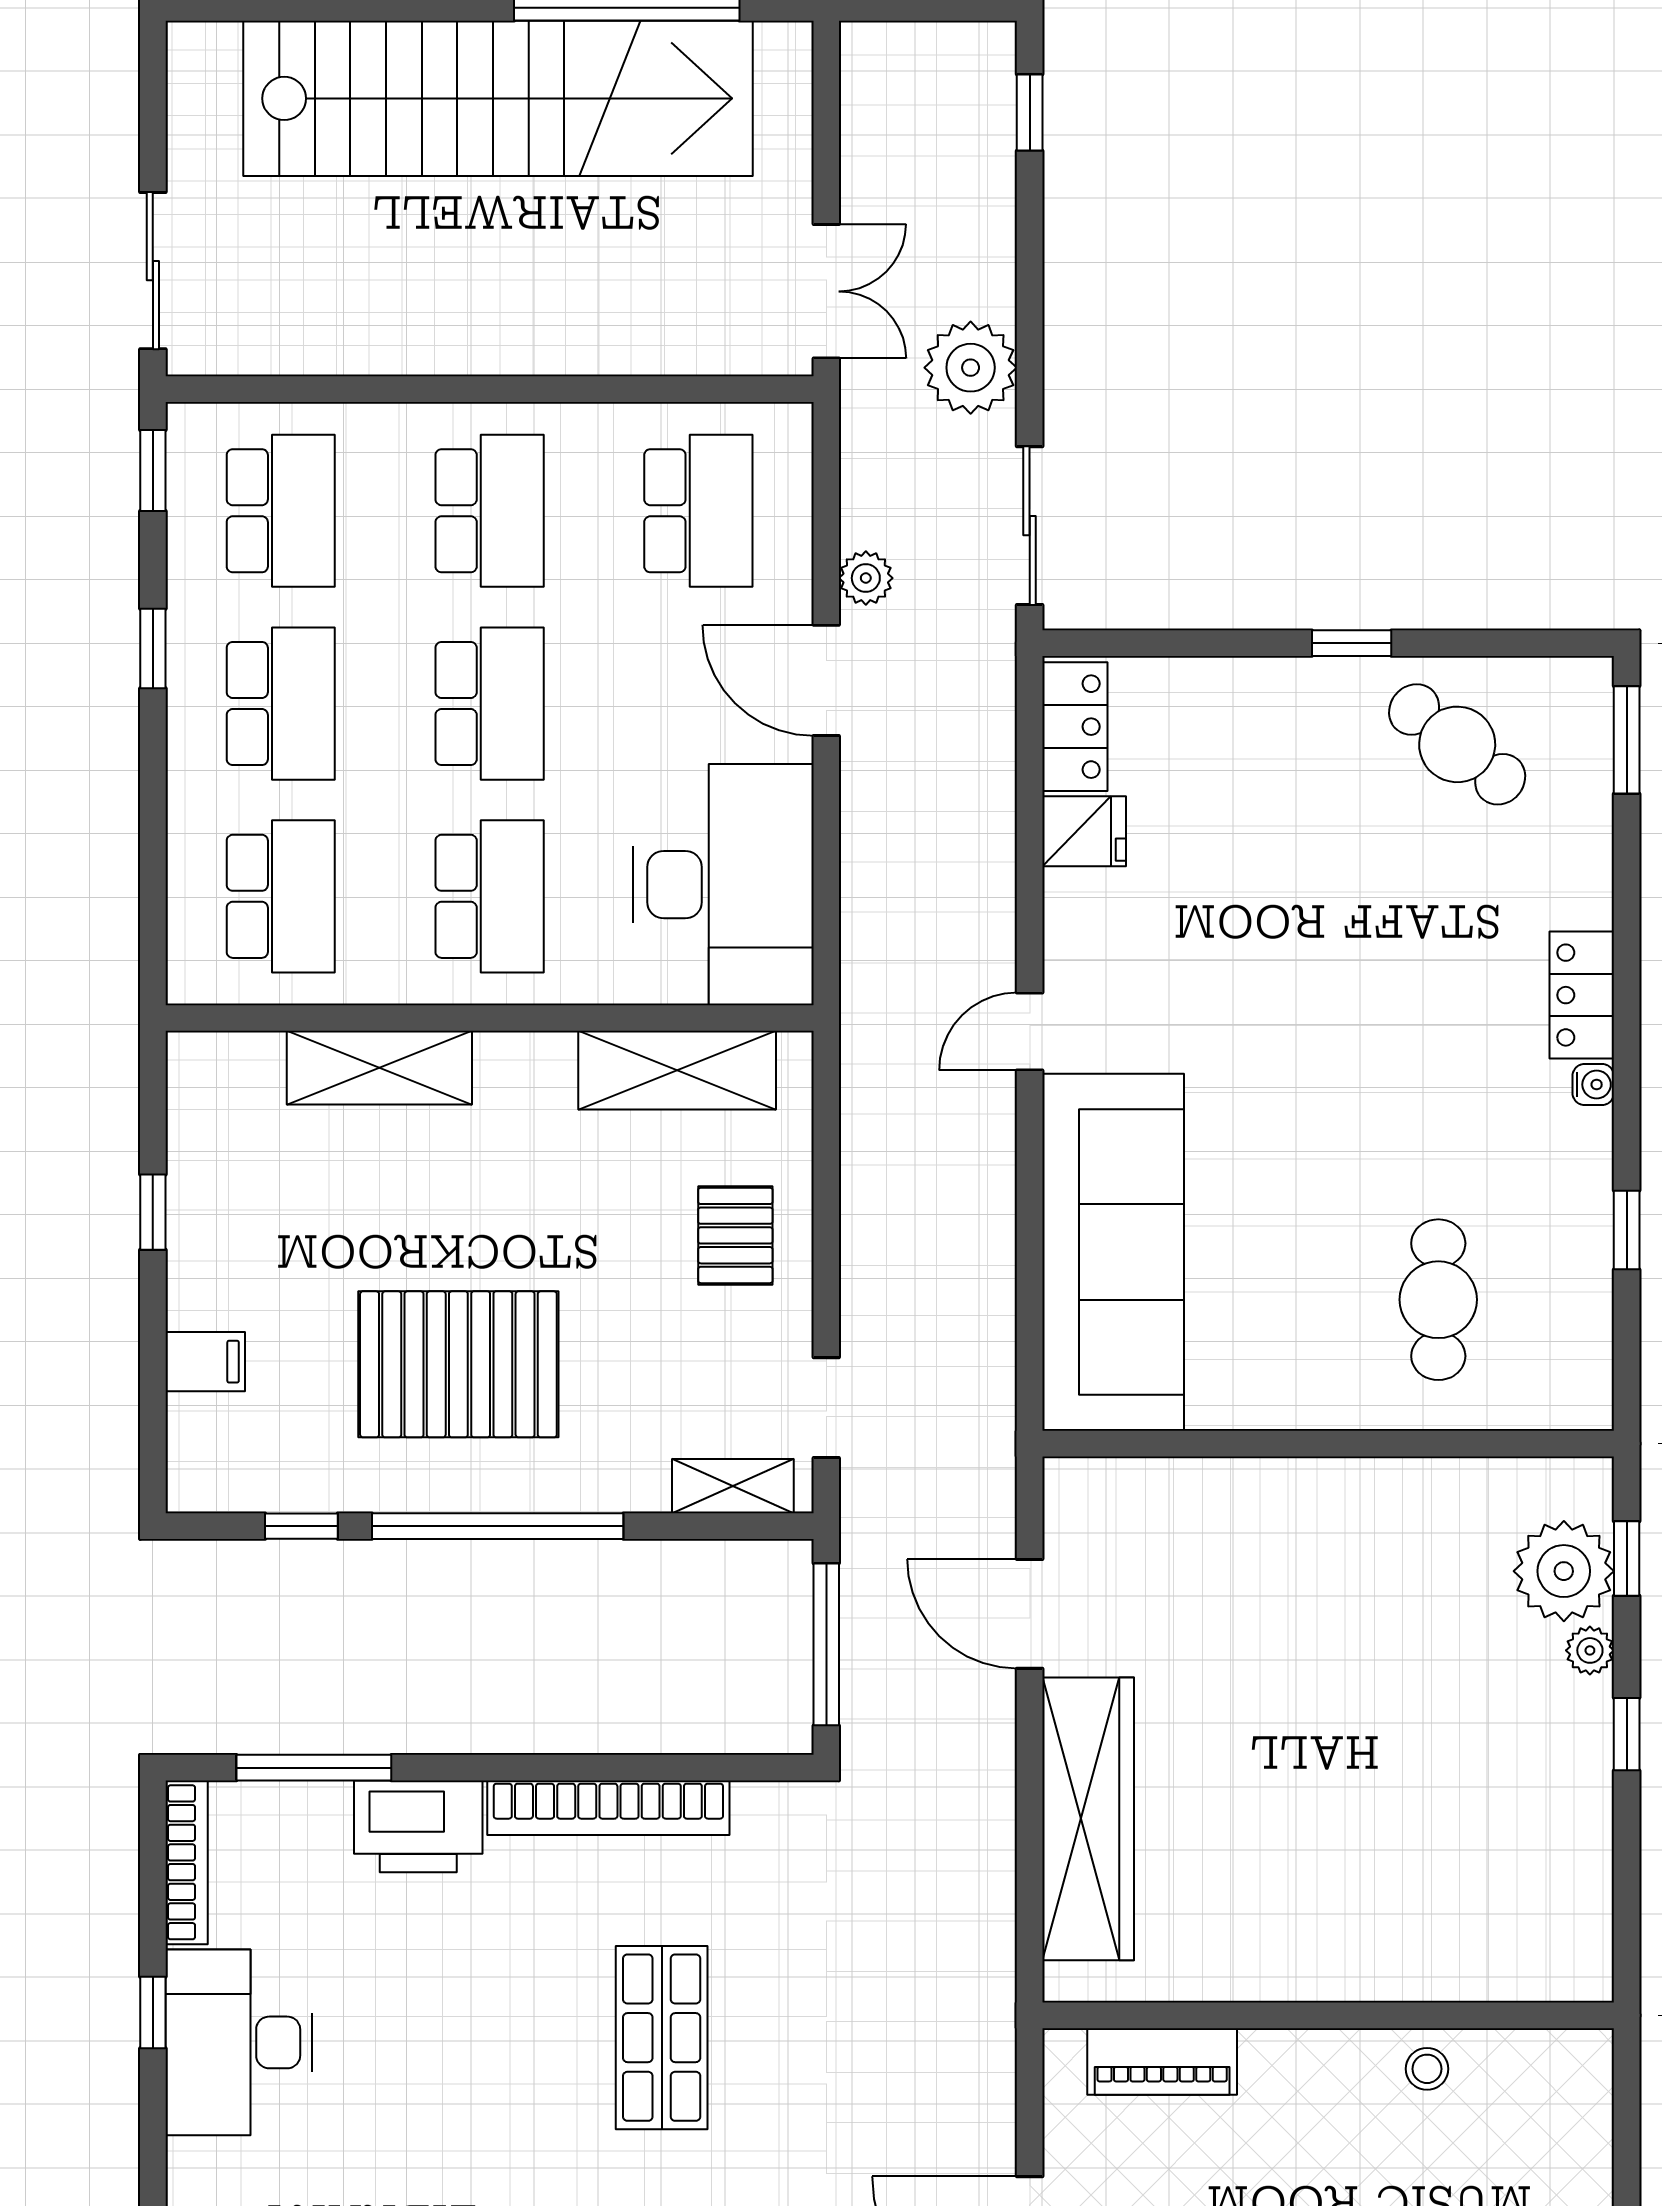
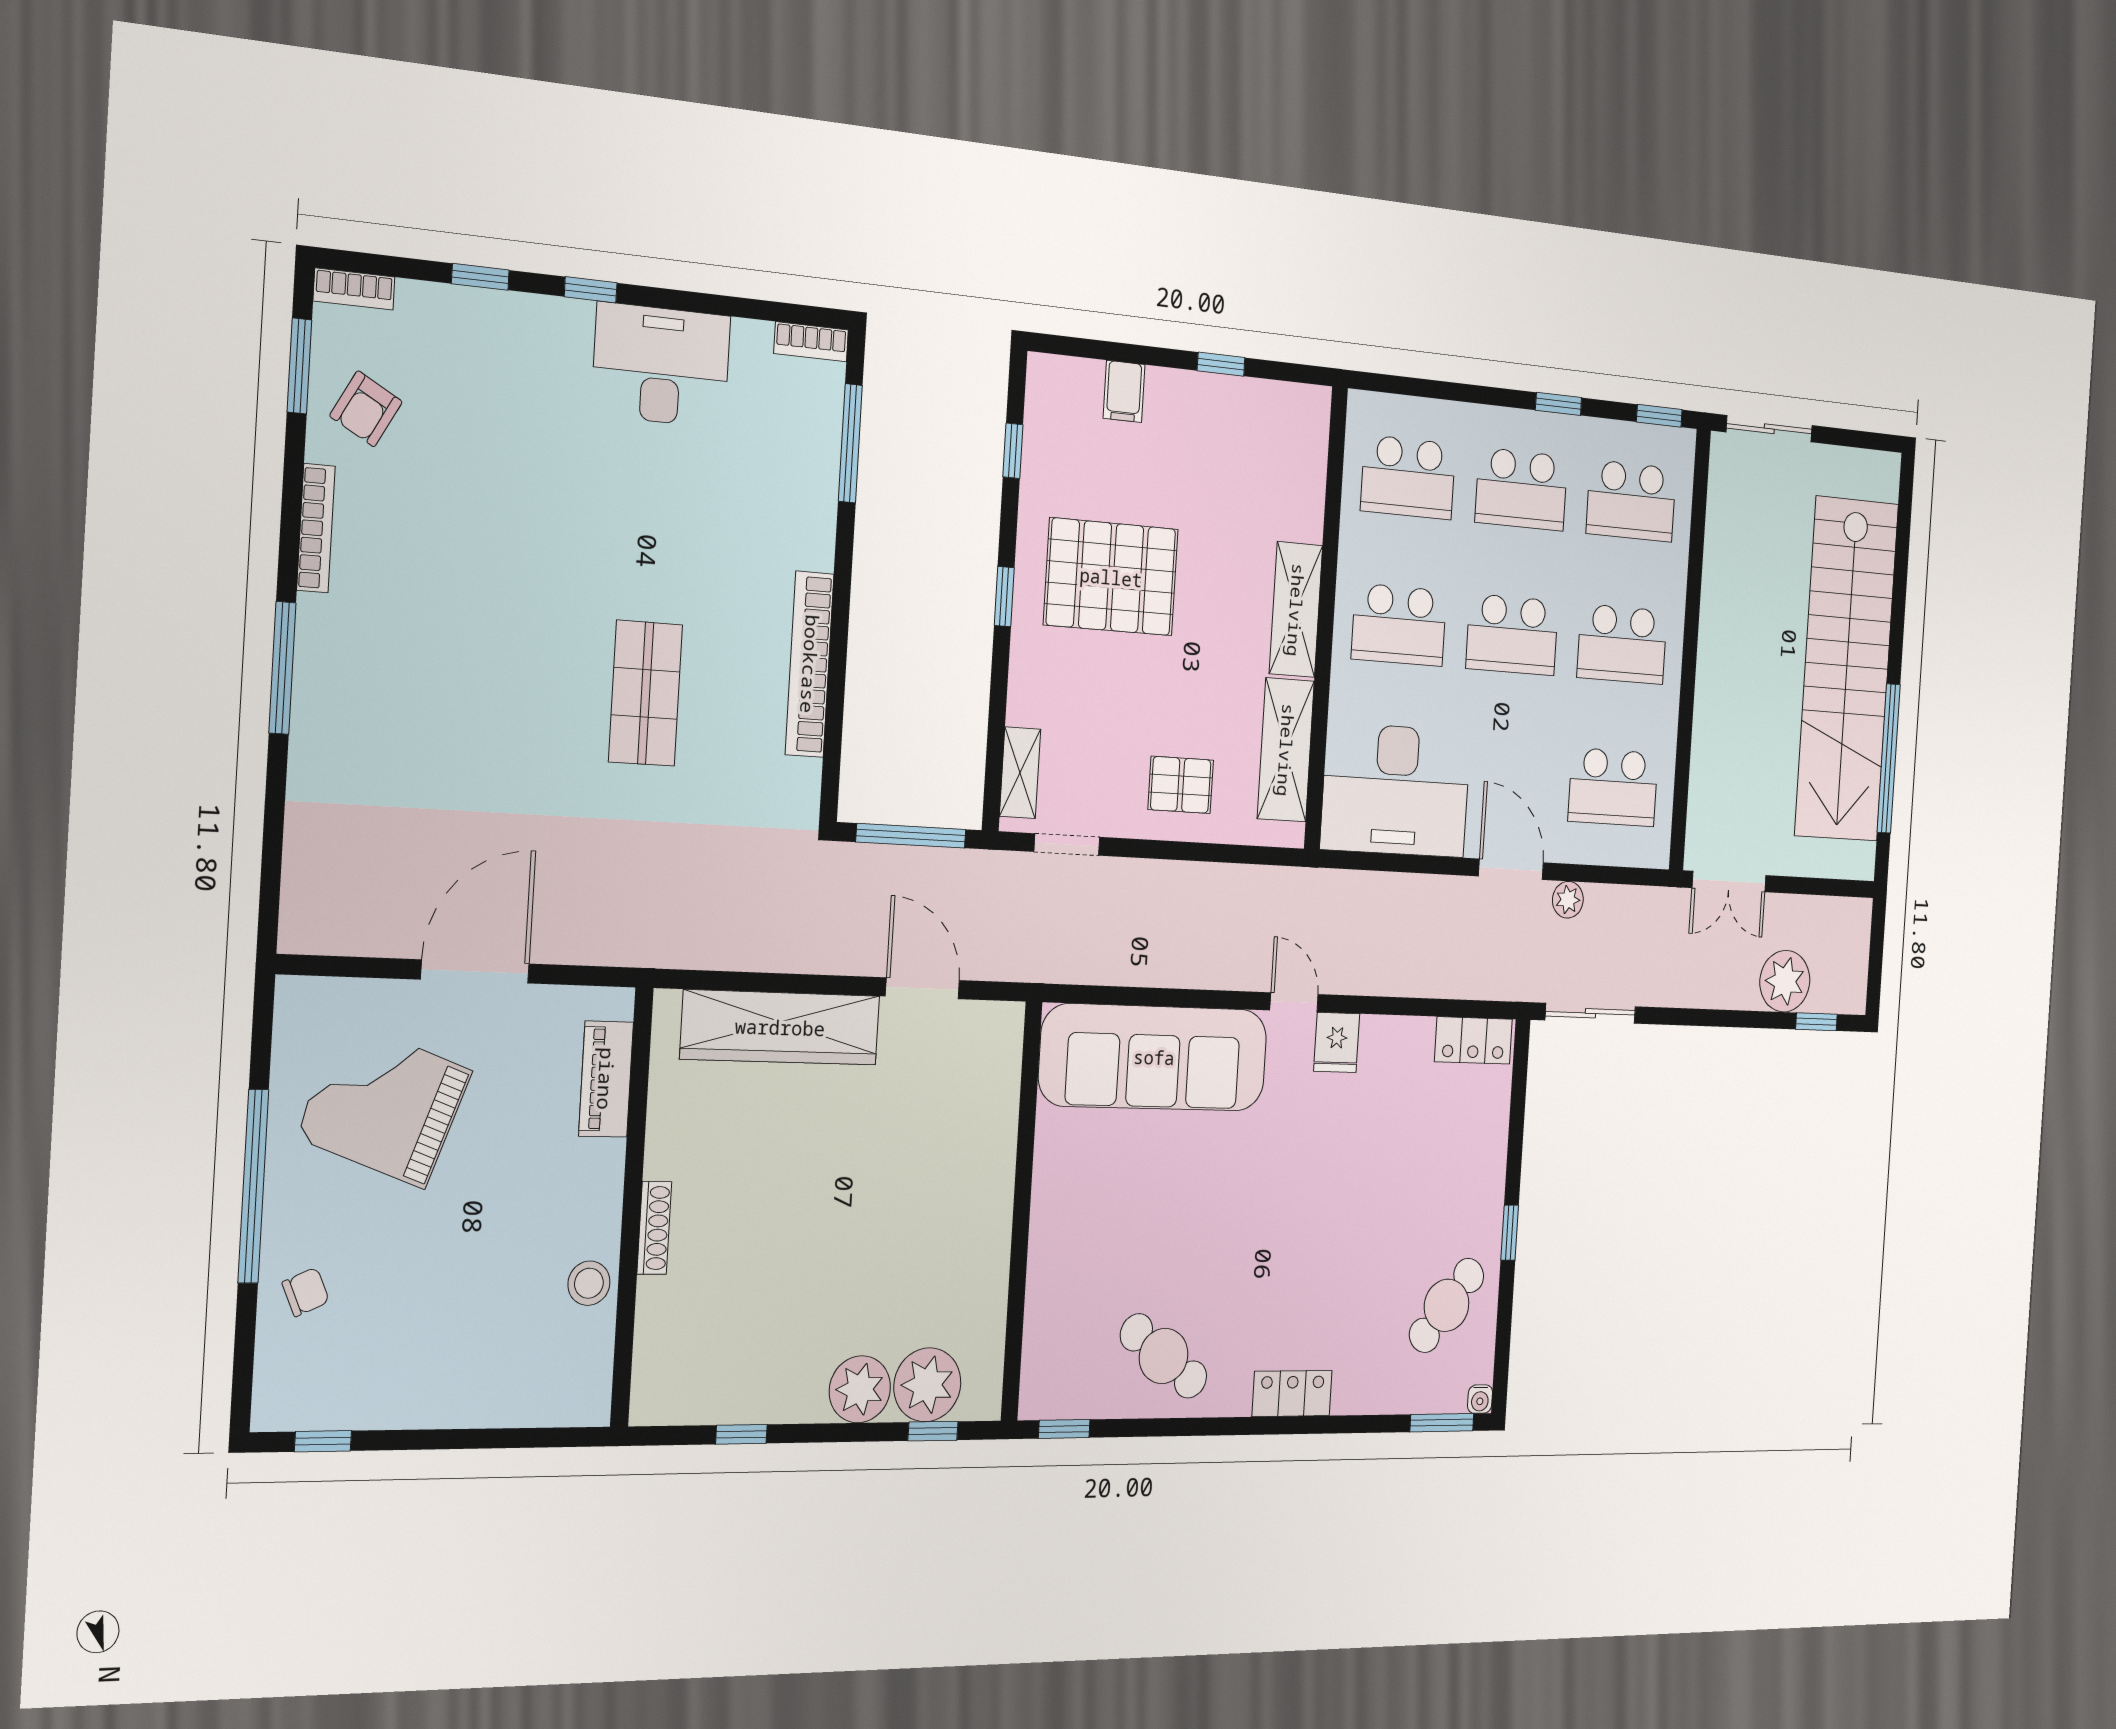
plant: (971, 368) -> (1785, 981), moved
door: (826, 680) -> (1511, 869), hinge flipped
fridge: (1084, 831) -> (1337, 1042), moved
shelving: (379, 1068) -> (1296, 610), moved
water cooler: (1593, 1085) -> (1480, 1399), moved
window: (1627, 1230) -> (1064, 1429), moved
cafe table: (1438, 1300) -> (1164, 1356), moved, turned 36
pallet: (458, 1364) -> (1111, 577), turned 90
window: (498, 1526) -> (1004, 597), width x0.32
door: (1030, 1614) -> (922, 988), hinge flipped
plant: (1590, 1650) -> (860, 1389), width x1.87, depth x1.87
window: (1627, 1734) -> (741, 1434), moved
printer: (418, 1826) -> (805, 519), removed
bookcase: (187, 1862) -> (811, 342), width x0.64
shoe rack: (1355, 1982) -> (654, 1228), added
window: (153, 2013) -> (591, 290), moved
shop shelf: (662, 2038) -> (646, 693), turned 90
stool: (1427, 2069) -> (589, 1283), width x1.37, depth x1.37

